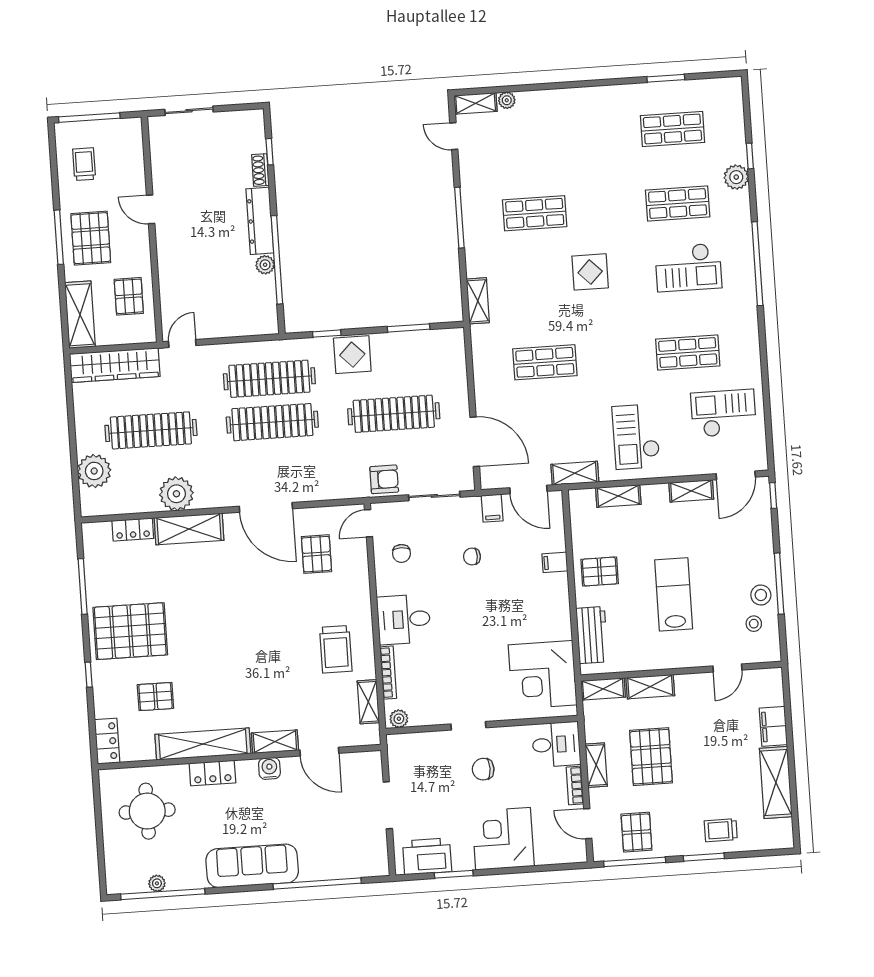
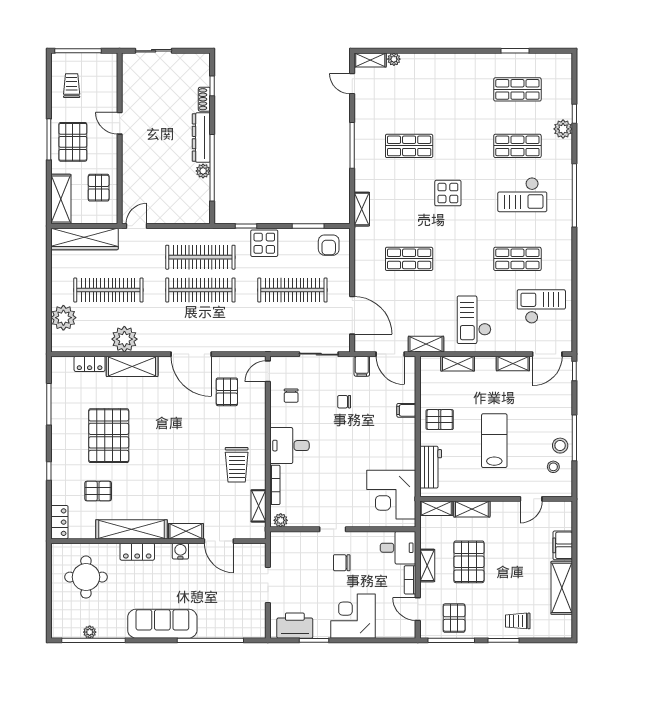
armchair: (384, 479) -> (329, 245), moved, turned 90
pallet: (130, 631) -> (109, 436), moved, turned 90

